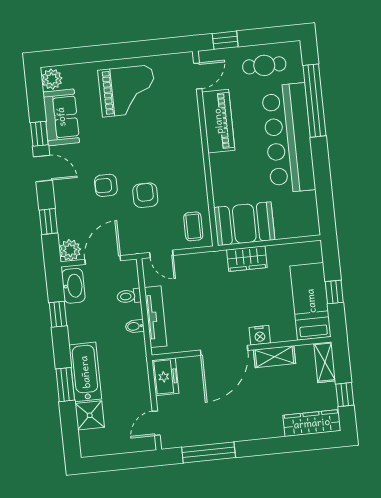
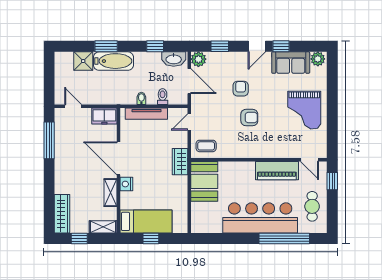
armchair: (145, 195) -> (249, 118), moved
wardrobe: (247, 259) -> (180, 162), moved

